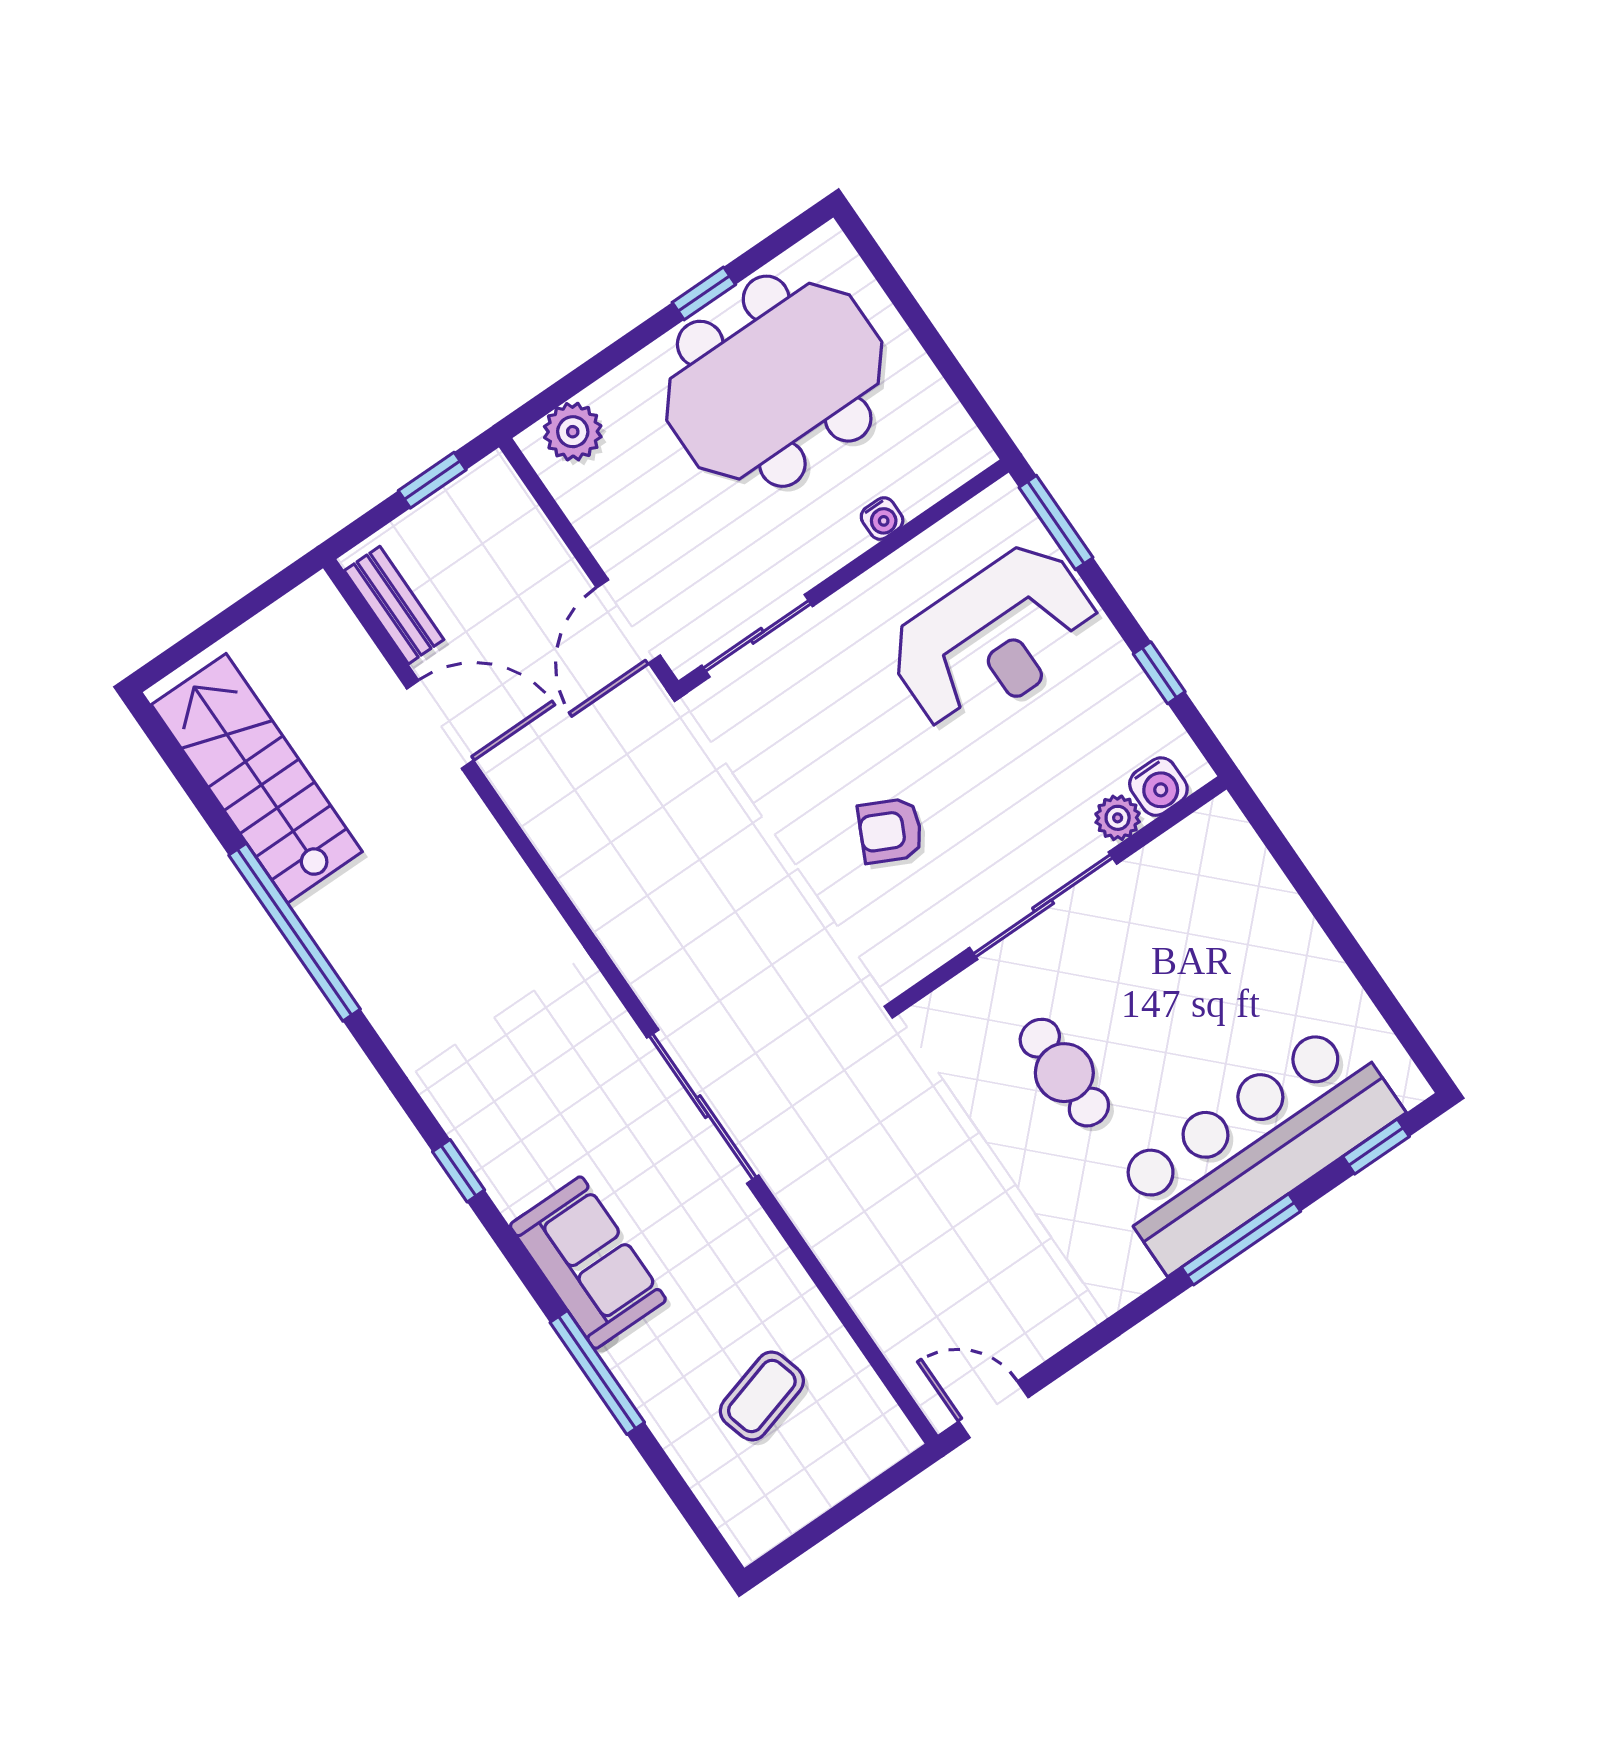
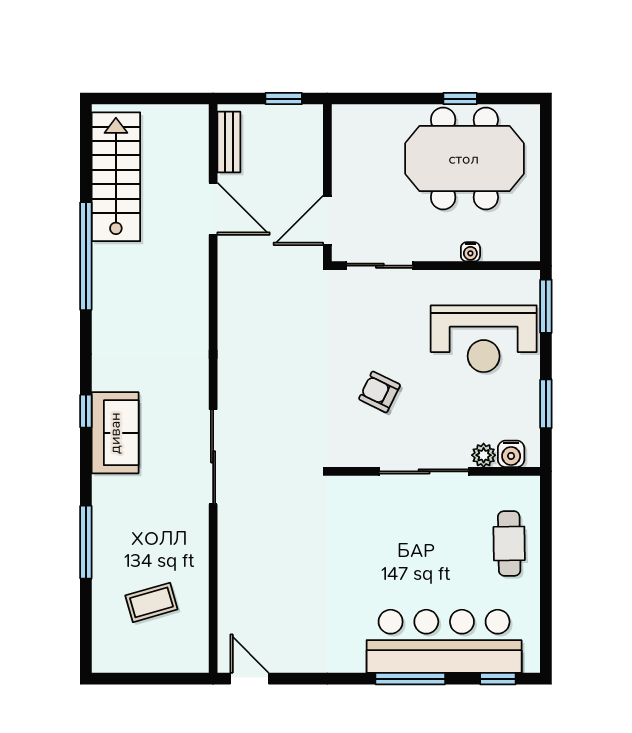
plant: (573, 432) -> (360, 120), removed
window: (1159, 673) -> (546, 404), width x1.50
cafe table: (1064, 1073) -> (509, 544), moved
sofa: (588, 1263) -> (115, 433), moved

